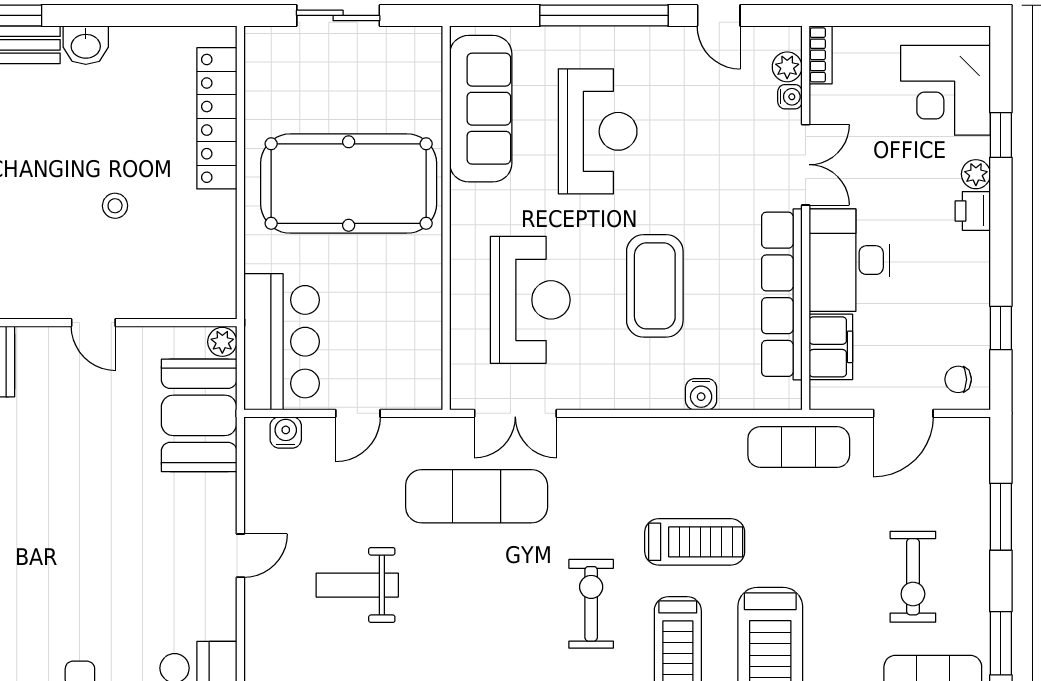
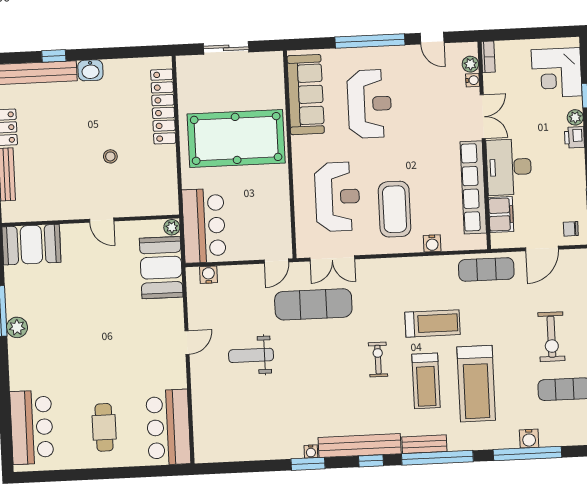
coffee table: (655, 286) -> (395, 209), moved
door: (358, 413) -> (276, 261), moved
exercise bike: (591, 604) -> (378, 360), width x0.73, depth x0.72

